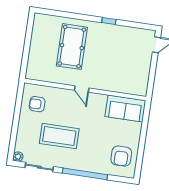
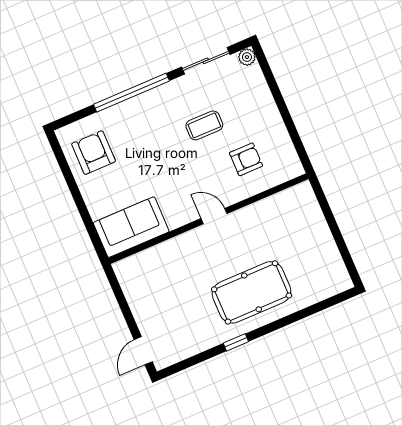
pool table: (72, 47) -> (251, 292), moved, turned 90
armchair: (37, 104) -> (246, 159), moved
coffee table: (59, 136) -> (204, 125), width x0.54, depth x0.58

